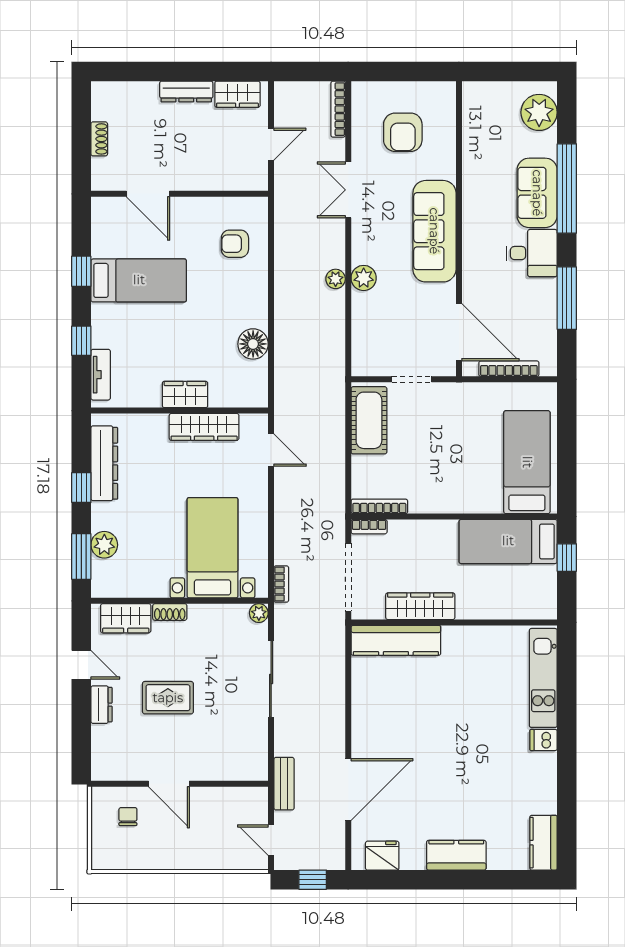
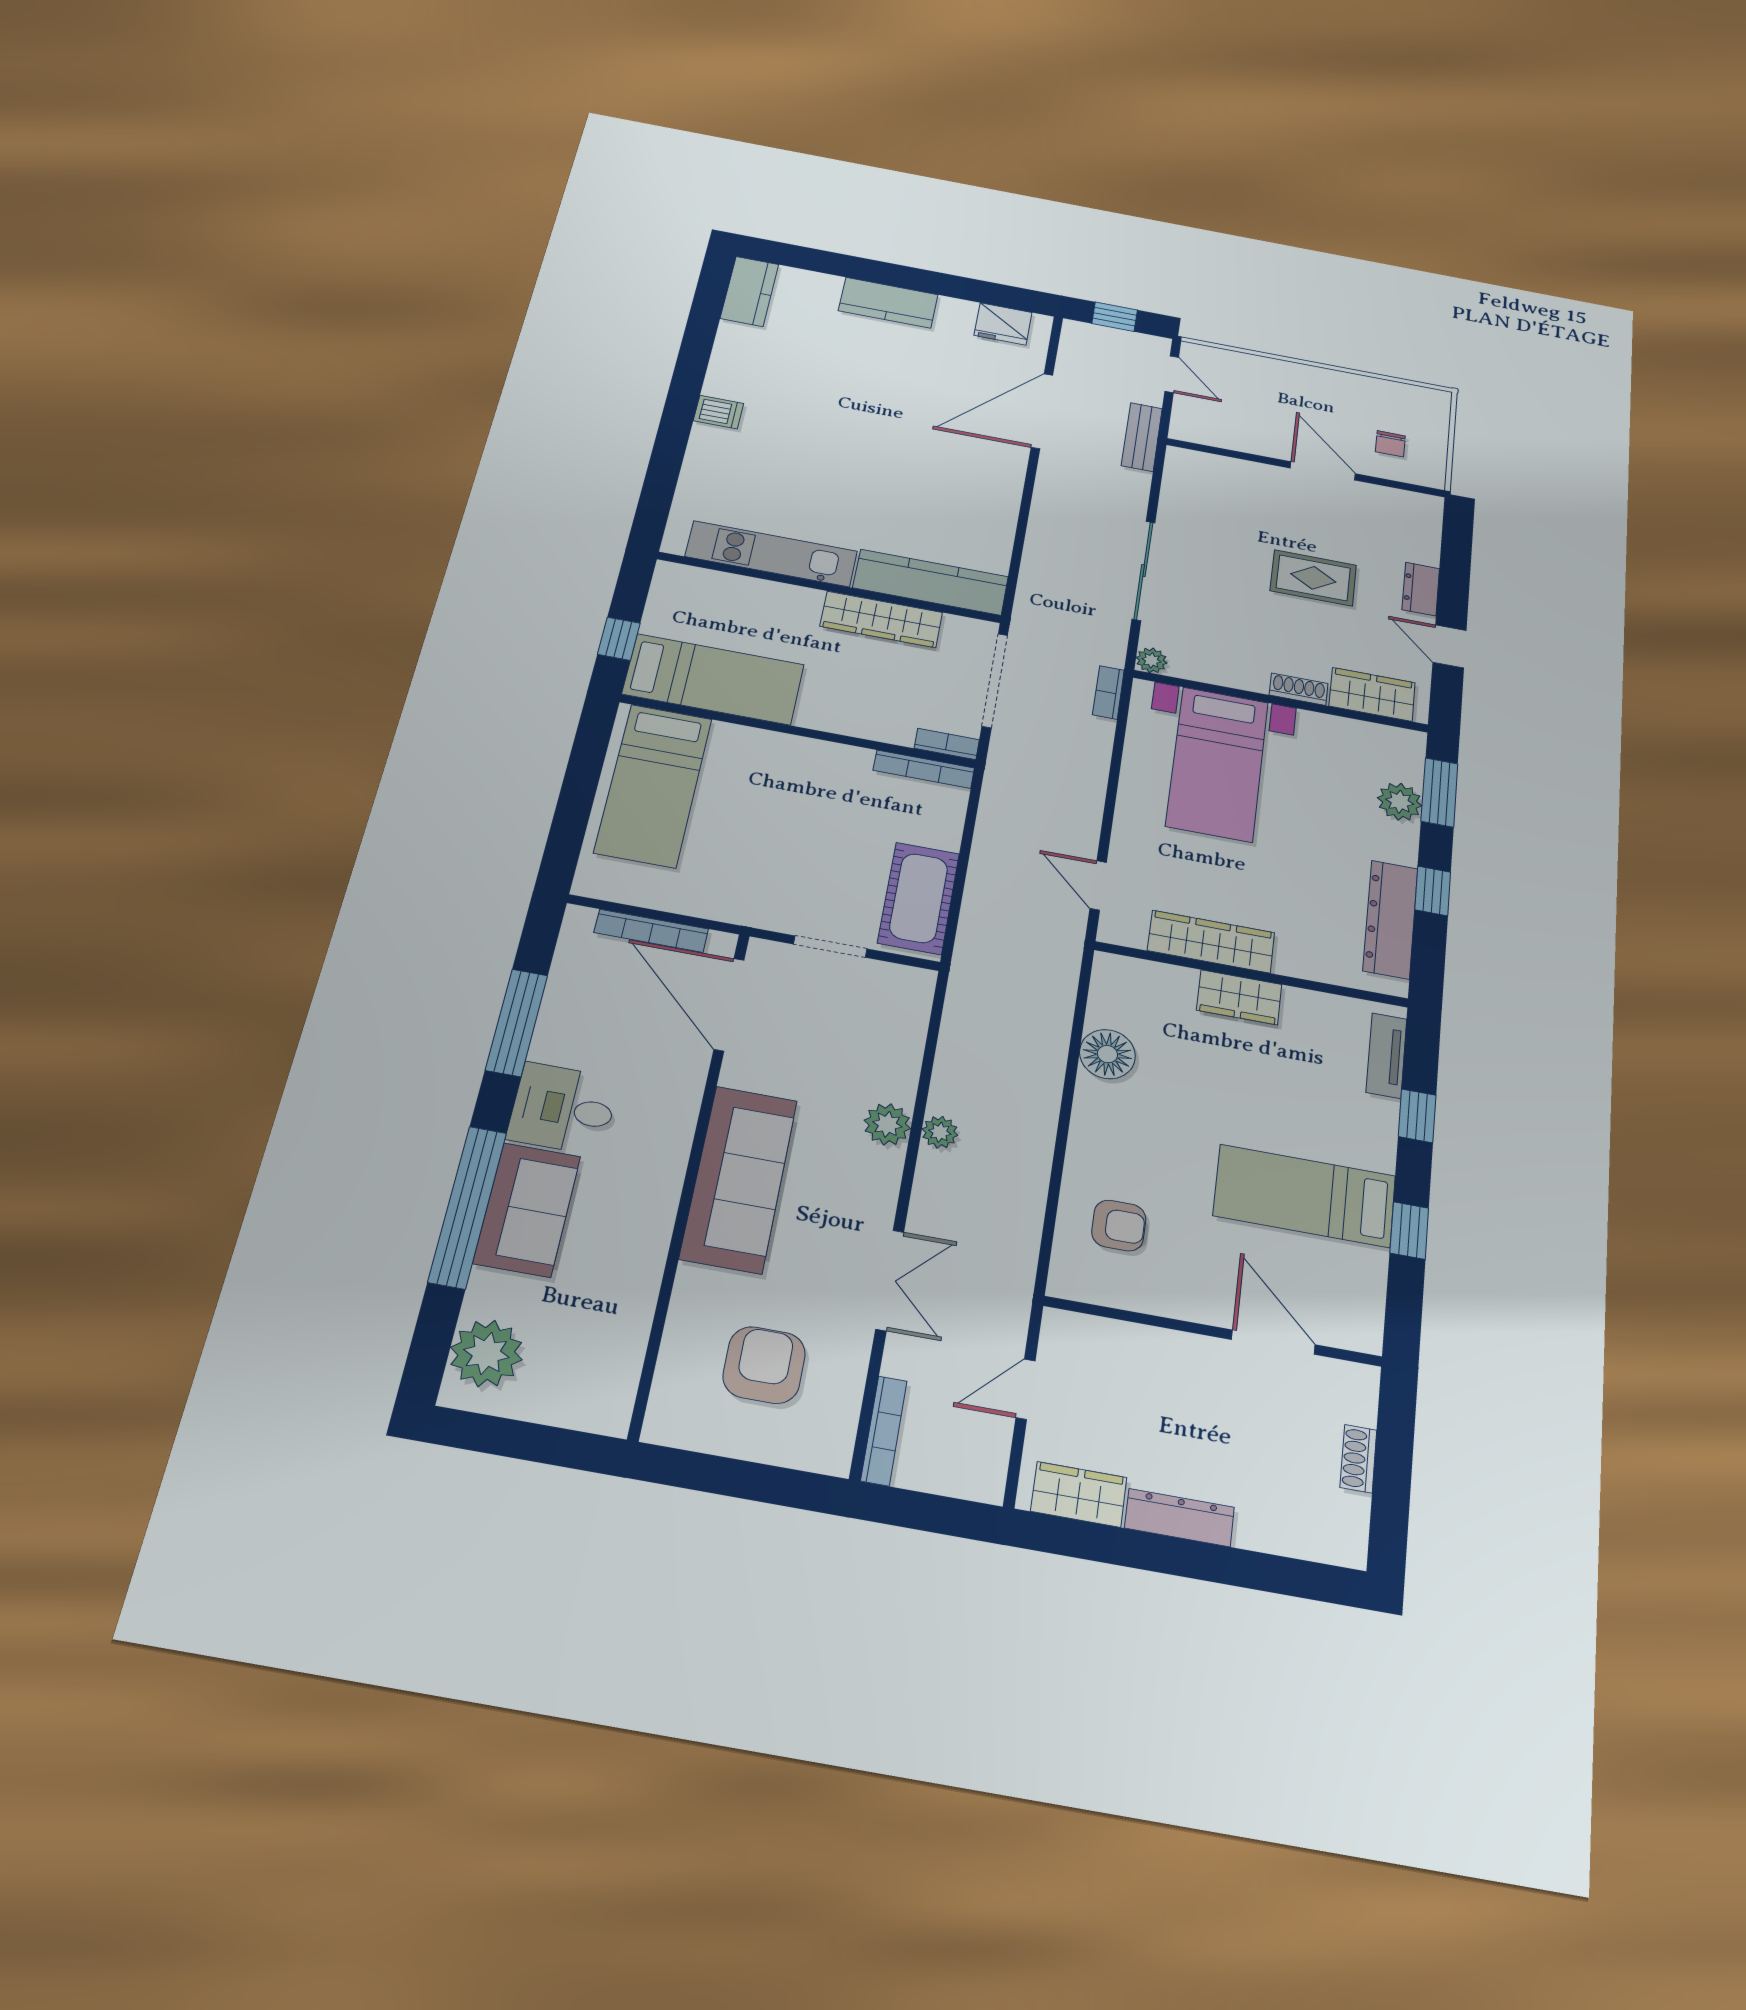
kitchen unit: (543, 678) -> (771, 554), moved, turned -90

